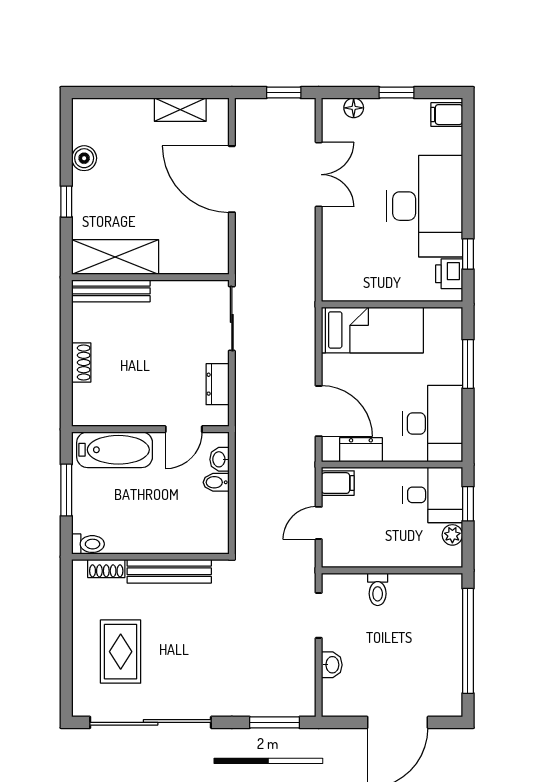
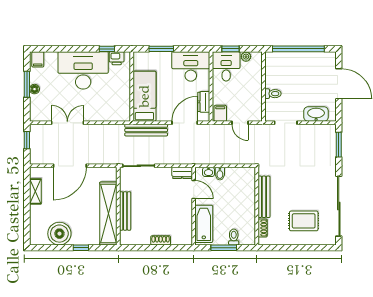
window: (397, 93) -> (27, 84), width x1.50
floor lamp: (354, 108) -> (34, 89), moved
boiler: (84, 158) -> (59, 234), width x1.86, depth x1.86
shelving: (115, 257) -> (108, 214), width x1.47
bench: (111, 291) -> (125, 211), moved
bench: (304, 333) -> (146, 130), added
dresser: (218, 384) -> (182, 173), moved
toilet: (88, 544) -> (234, 237), moved
washbasin: (332, 665) -> (316, 114), width x1.91, depth x1.45

